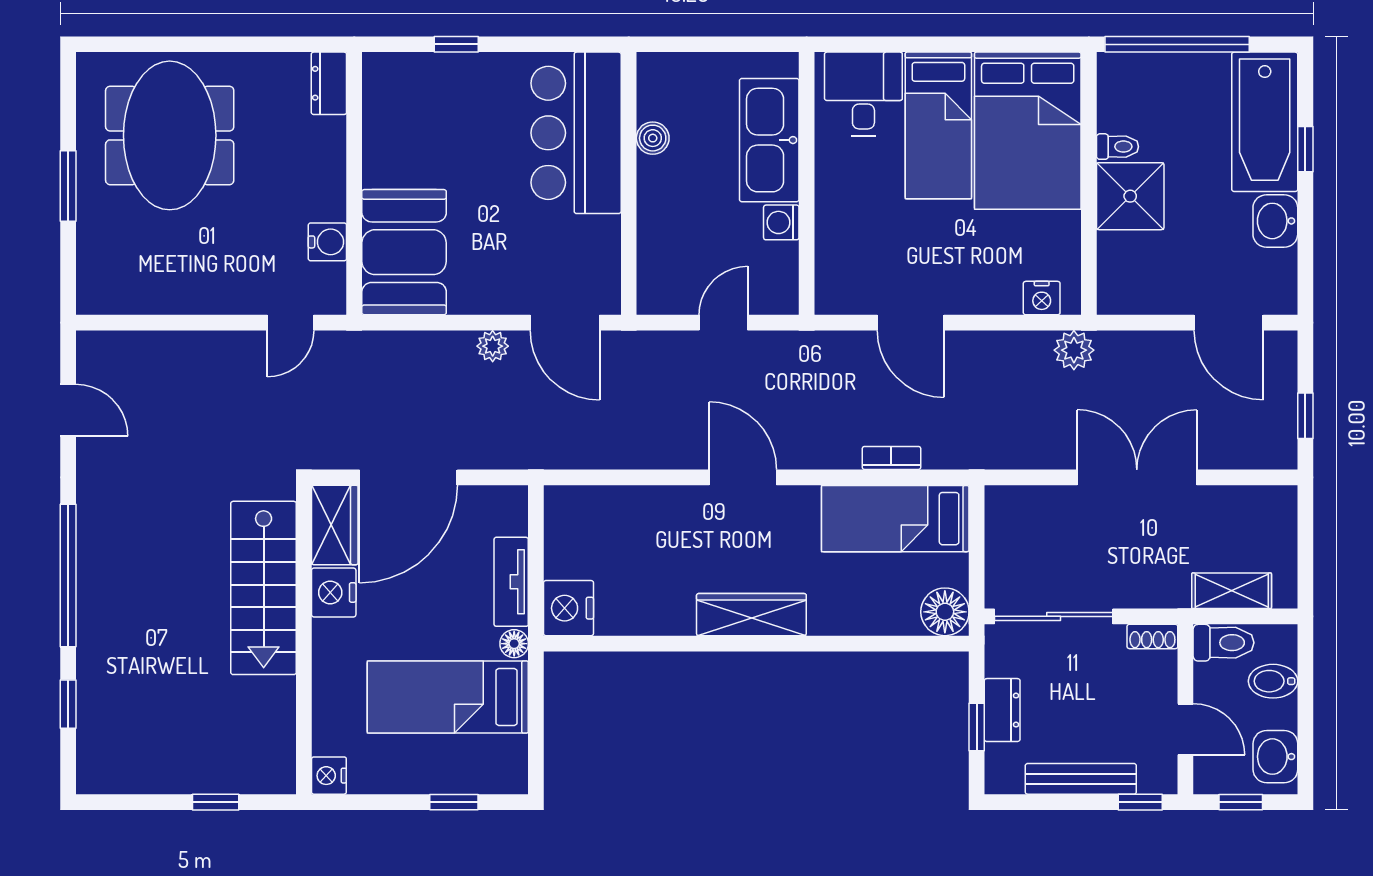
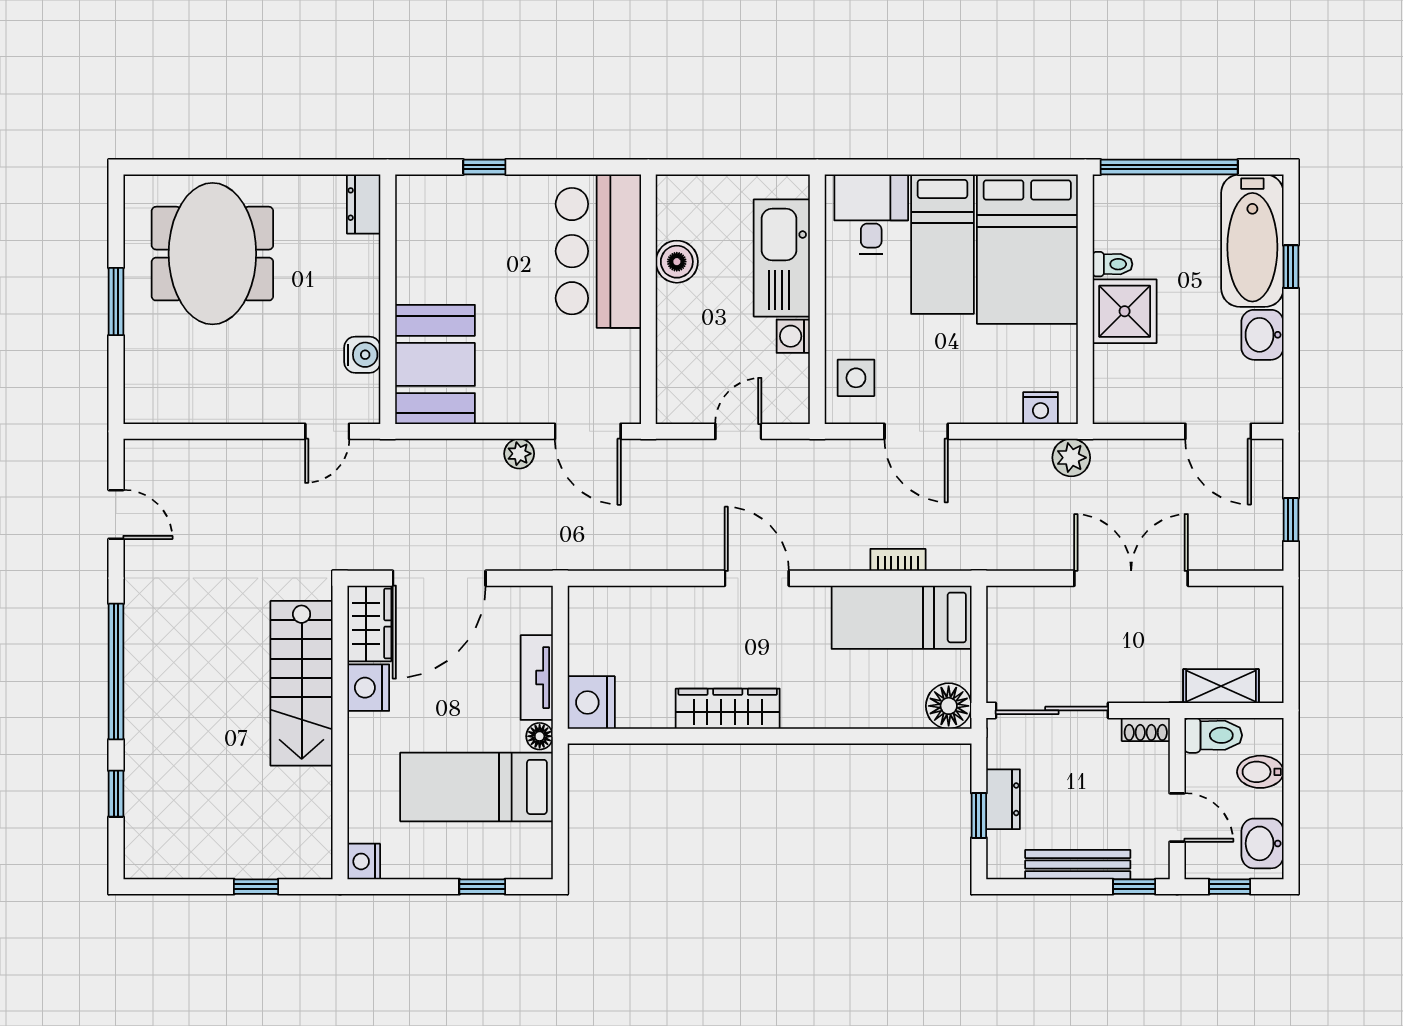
boiler: (653, 138) -> (677, 262), width x1.36, depth x1.36
side table: (847, 266) -> (856, 378), added
wardrobe: (751, 615) -> (728, 709), moved

